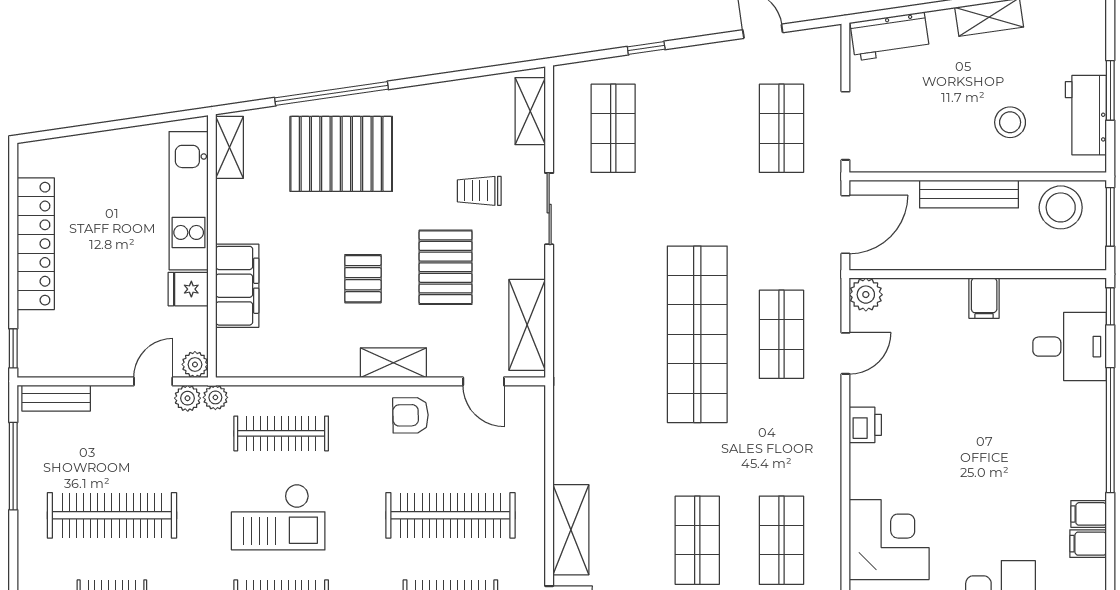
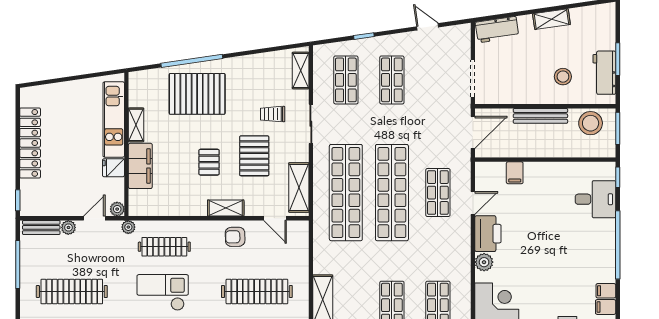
shop shelf: (781, 128) -> (392, 80), moved
shelving: (230, 147) -> (136, 125), moved
plant: (866, 295) -> (484, 262), moved
filing cabinet: (984, 298) -> (515, 173), moved
shop shelf: (613, 334) -> (346, 193), added
plant: (188, 398) -> (68, 227), moved
printer: (865, 425) -> (488, 234), width x1.87, depth x1.48
checkout: (278, 517) -> (163, 292), turned 180

